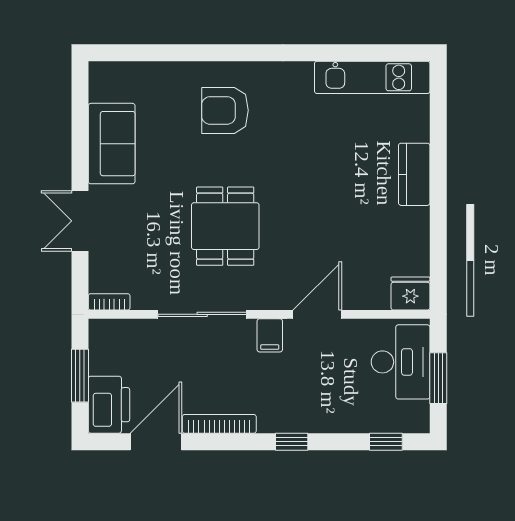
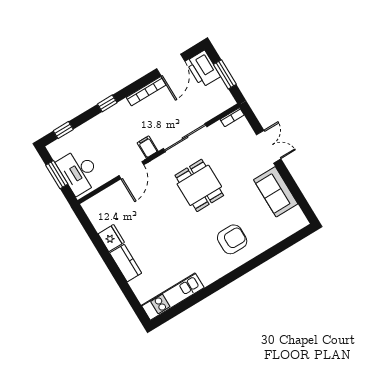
fridge: (410, 293) -> (111, 238), moved, turned -90

